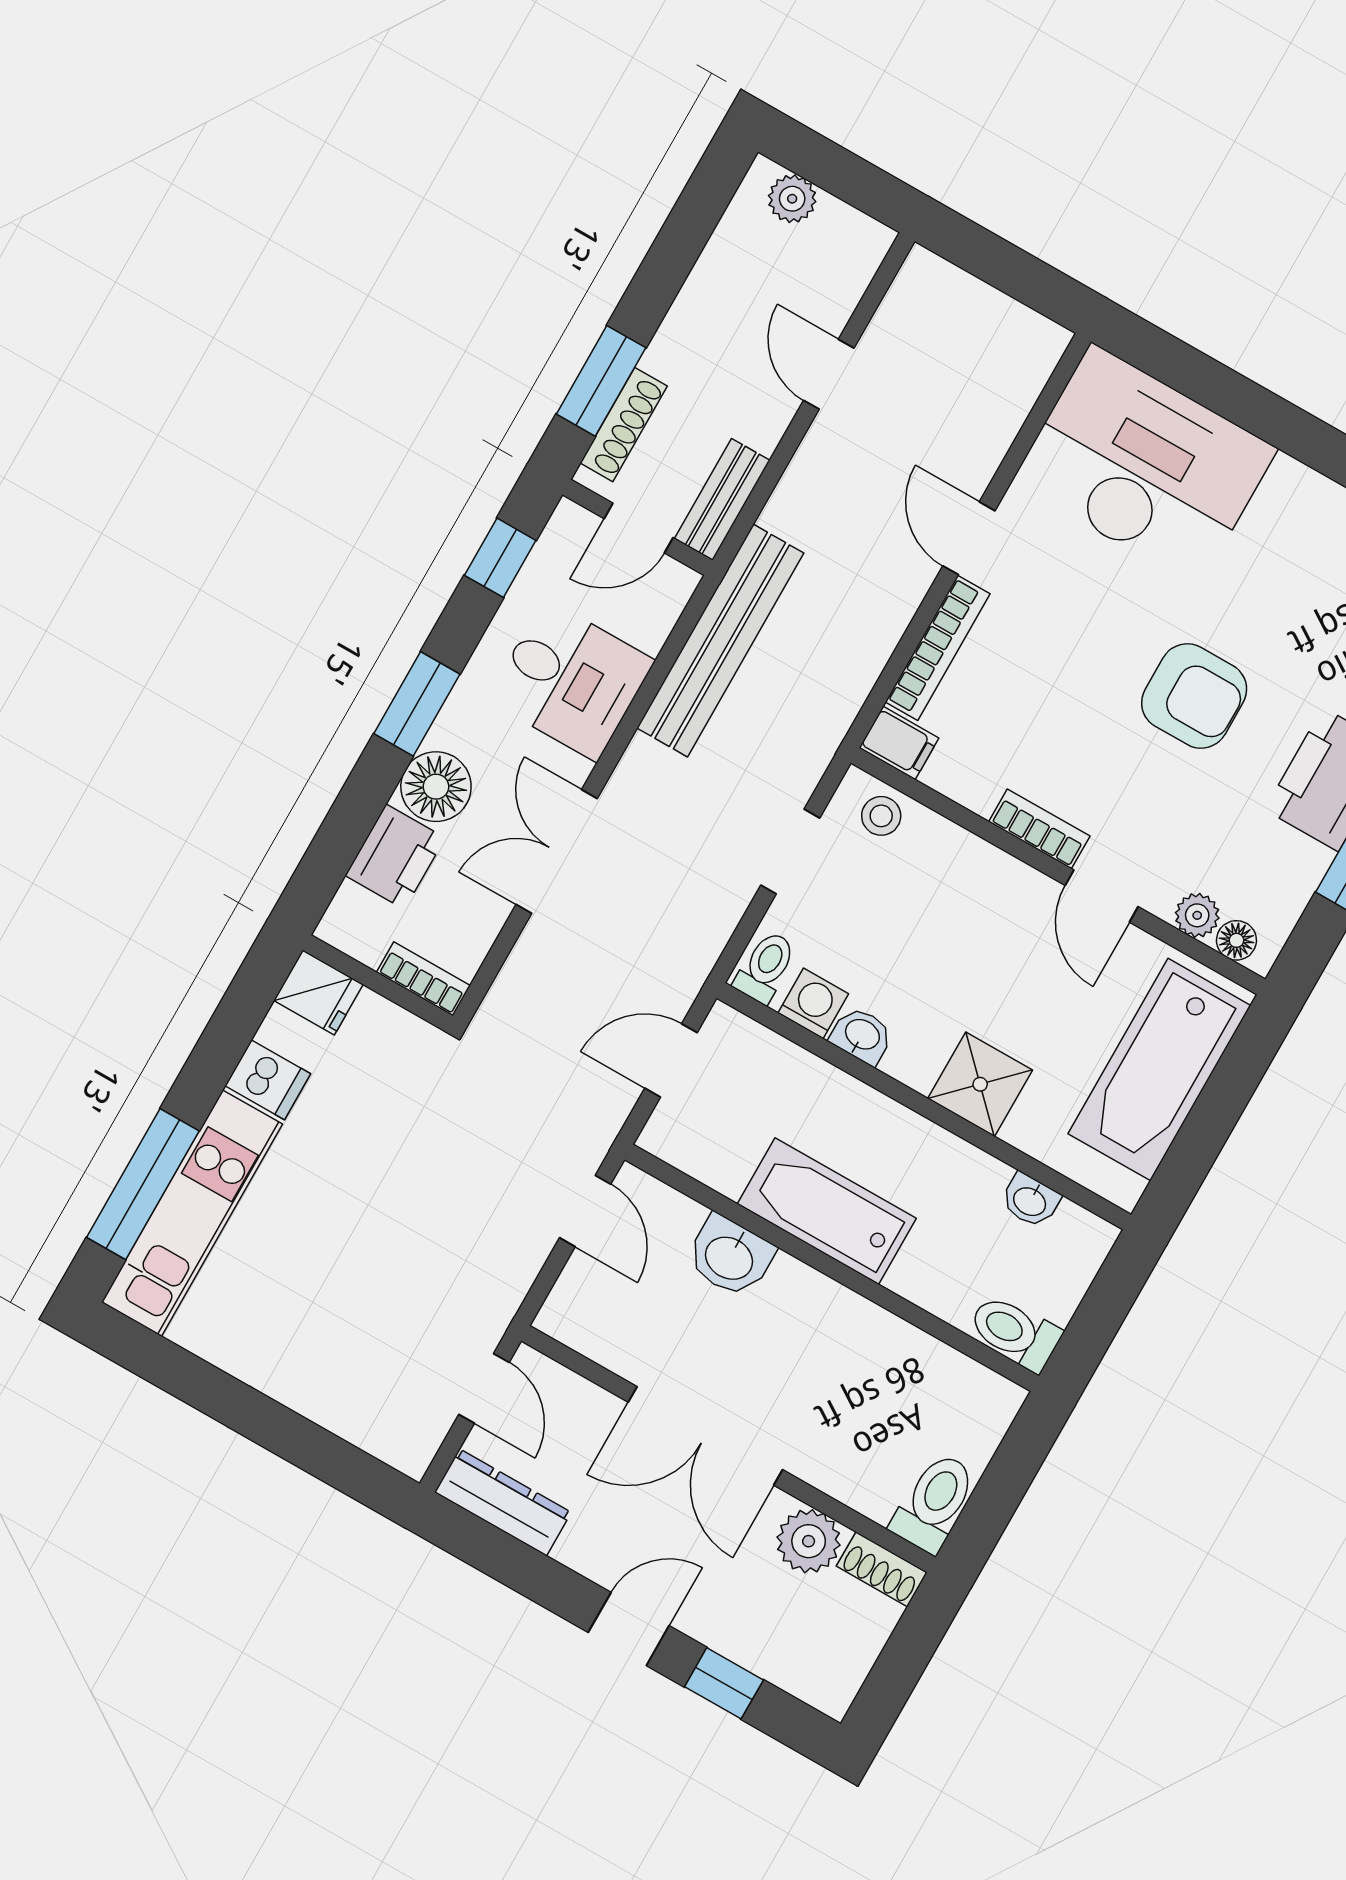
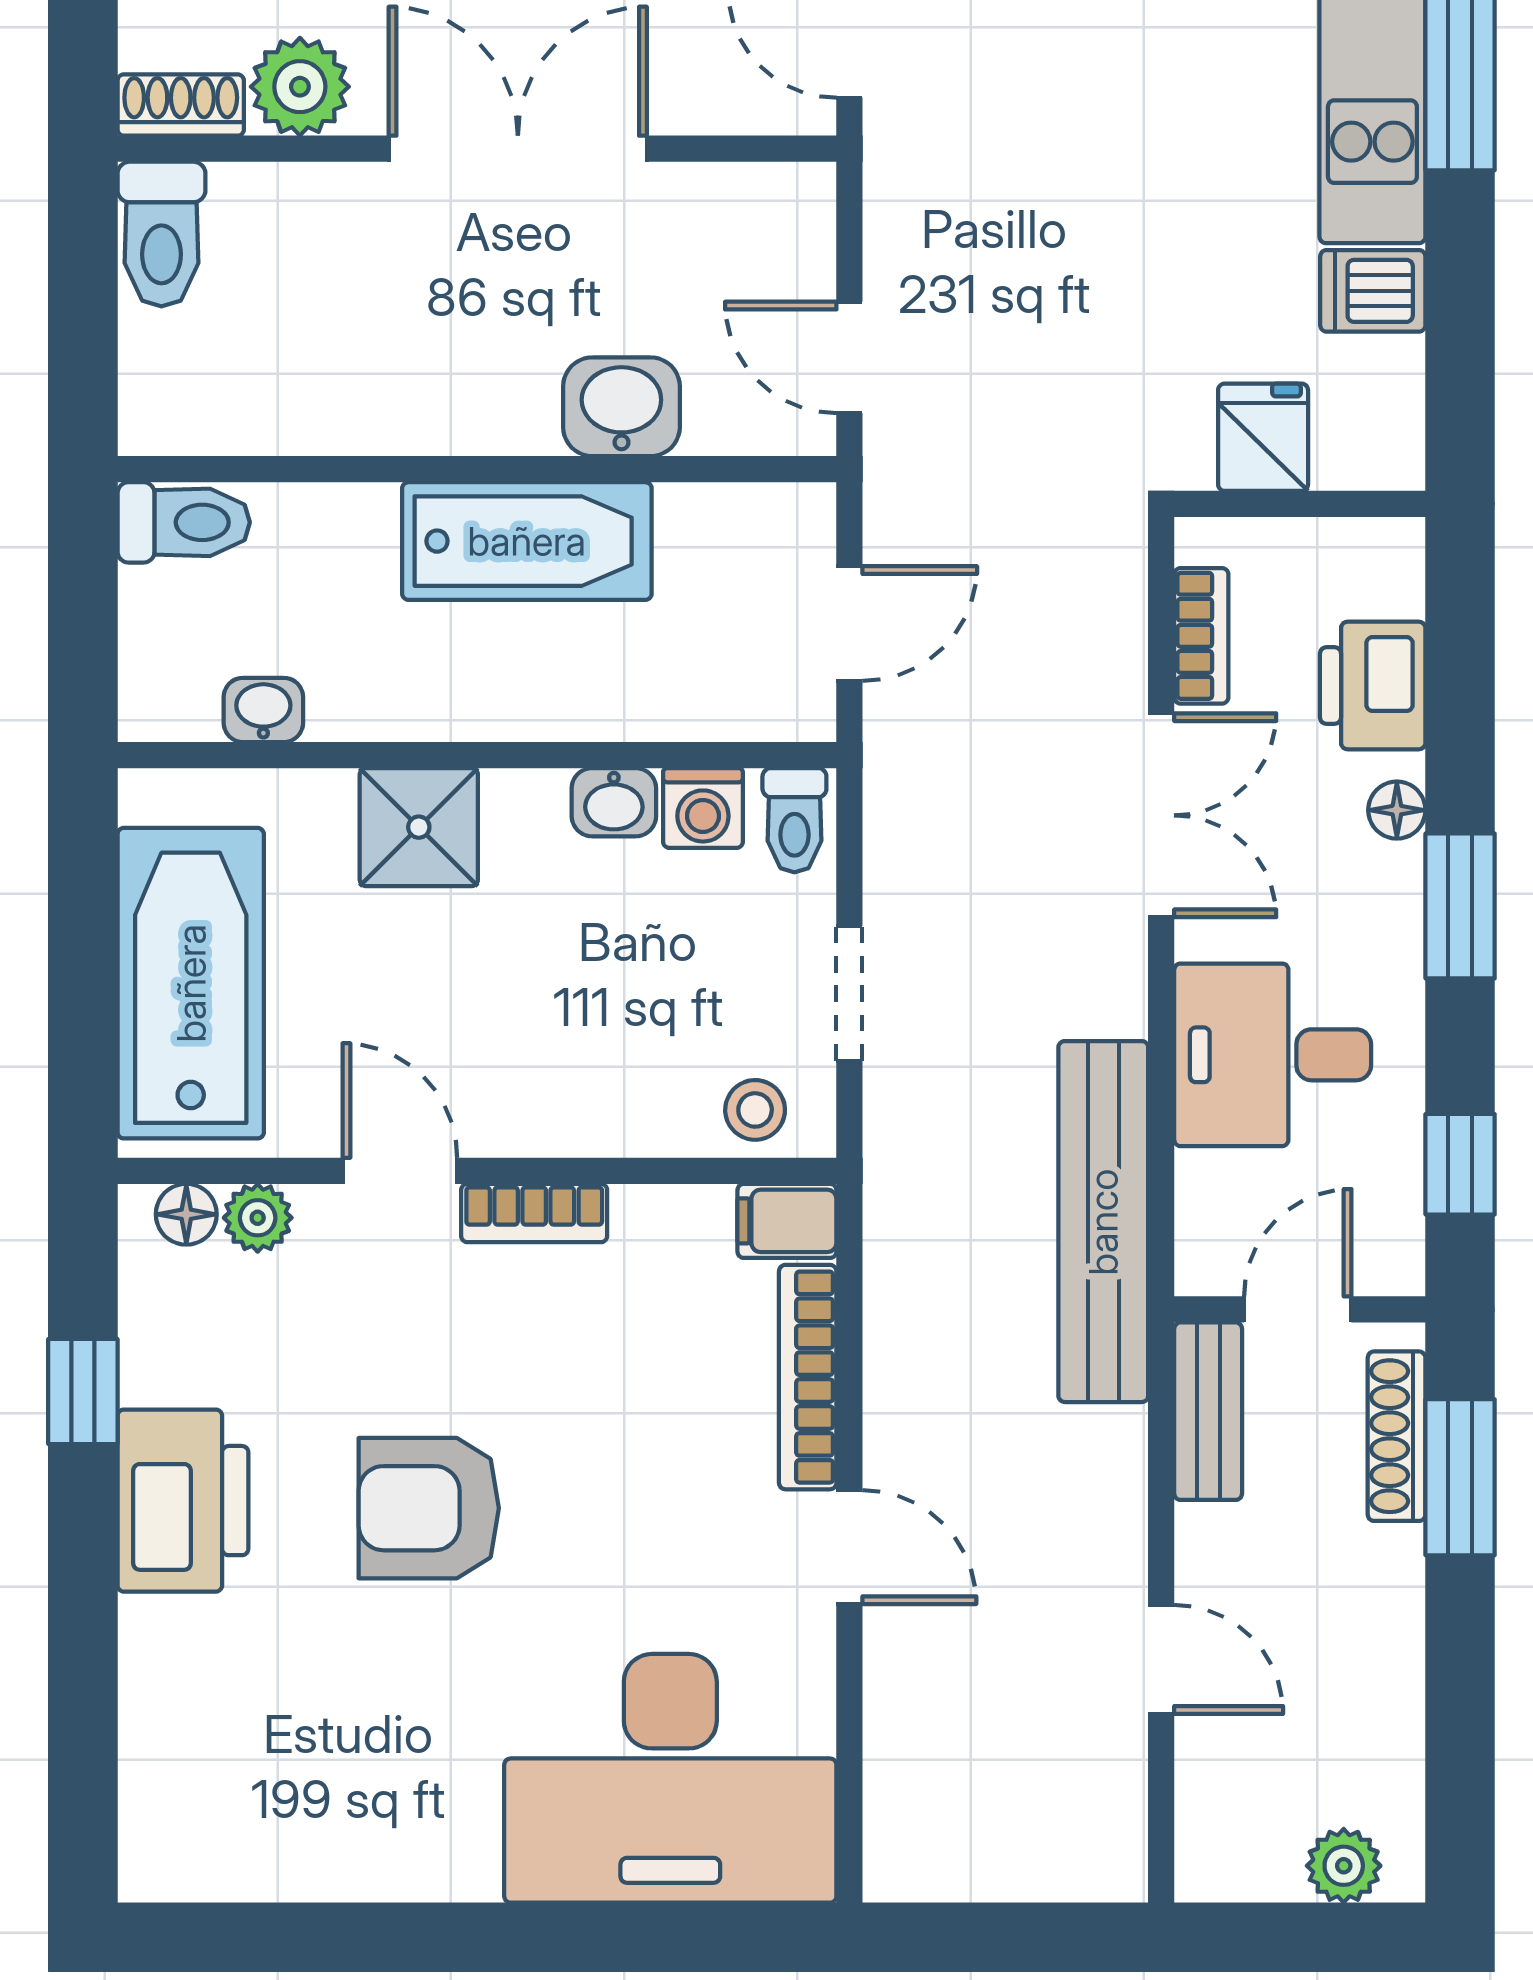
floor lamp: (436, 787) -> (1397, 810), width x0.53, depth x0.53
bookcase: (423, 979) -> (1201, 636), moved, turned -90
fridge: (318, 992) -> (1263, 437), moved, turned 90

